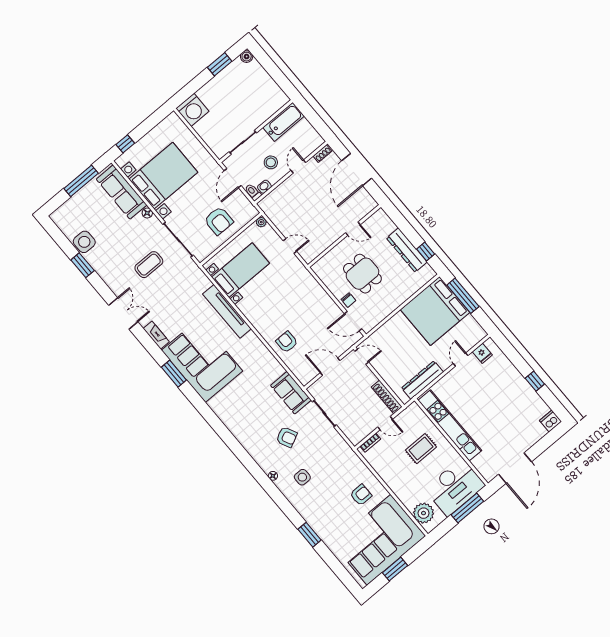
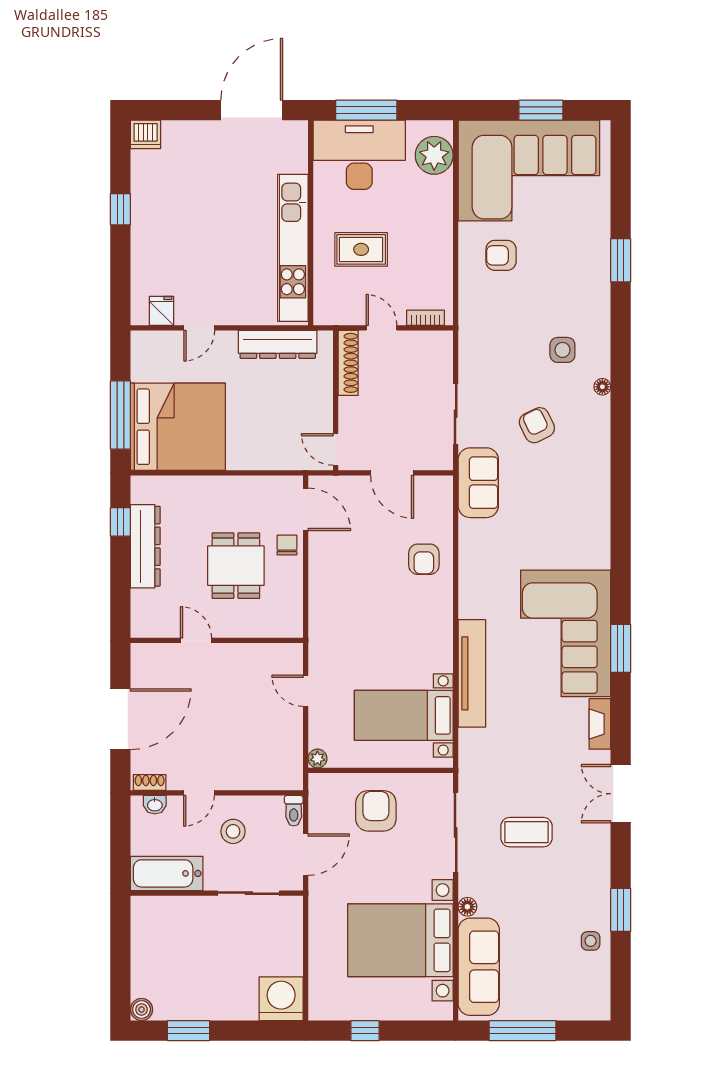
window: (125, 144) -> (365, 1031), moved
washbasin: (264, 187) -> (155, 805), moved
side table: (84, 242) -> (591, 941), width x0.54, depth x0.54

